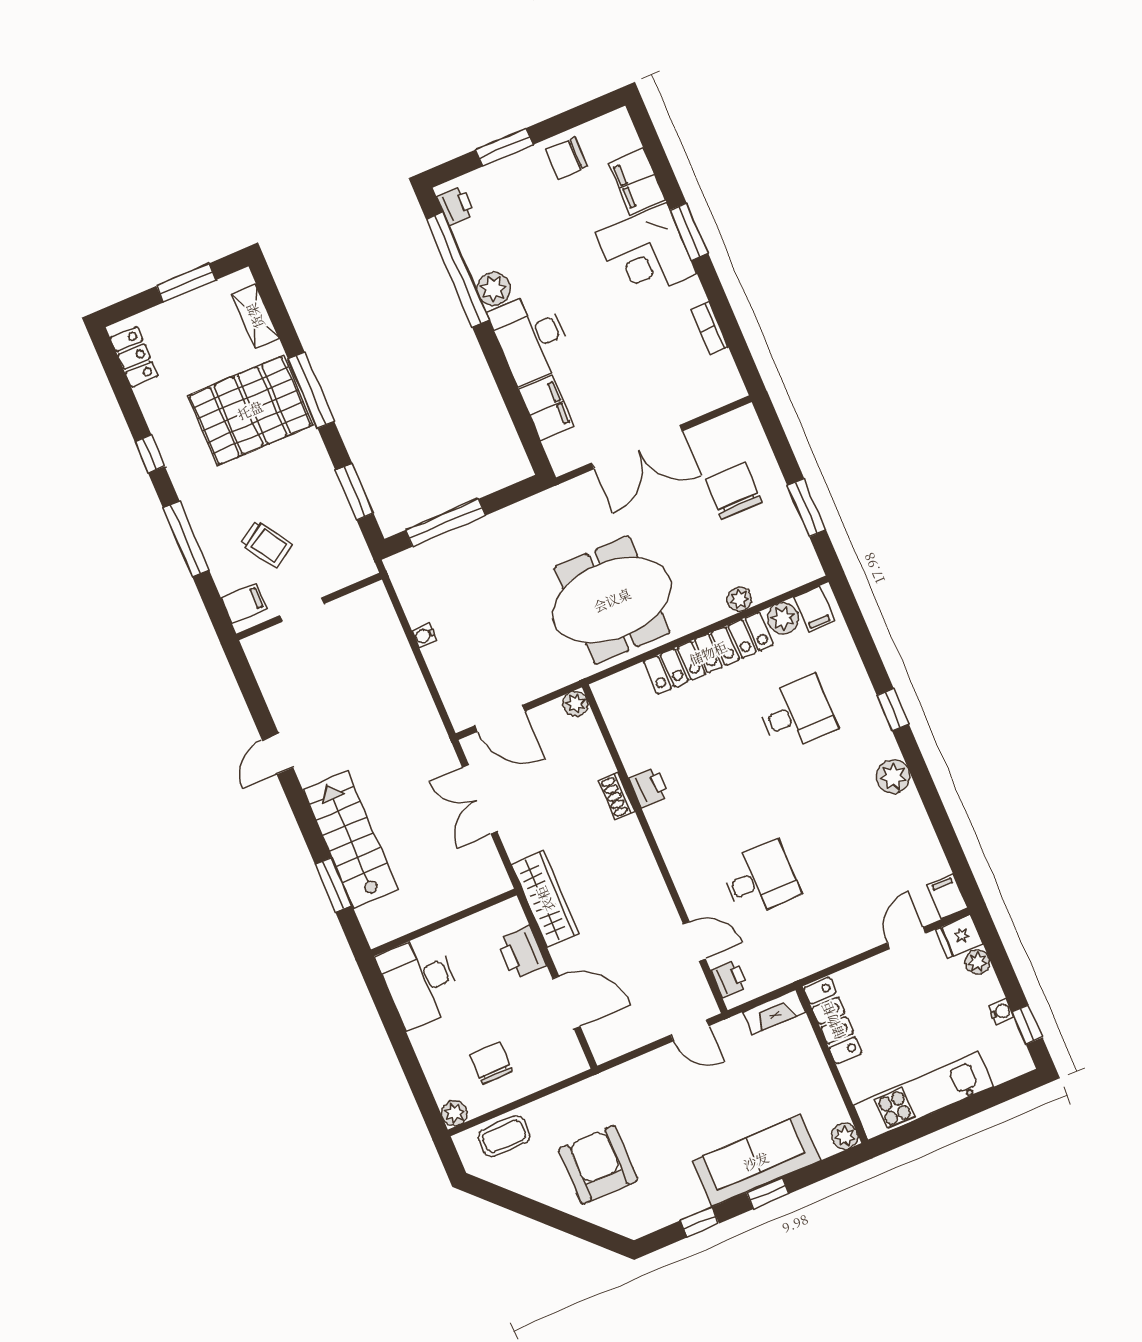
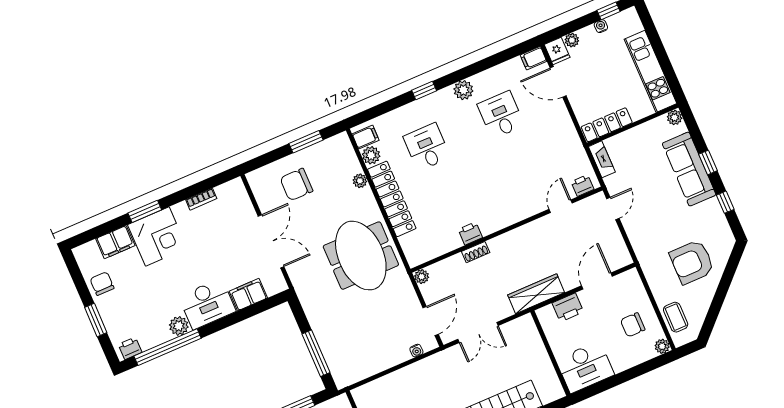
chair: (566, 158) -> (102, 284), turned 180
water cooler: (424, 636) -> (416, 351), moved
desk: (760, 879) -> (501, 115), moved
door: (906, 938) -> (558, 82), width x1.38

